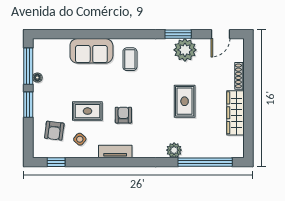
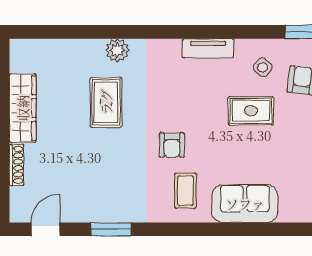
plant: (185, 50) -> (101, 205), removed
rug: (185, 101) -> (106, 102), moved
armchair: (123, 115) -> (172, 145), moved
window: (205, 162) -> (70, 32), removed

